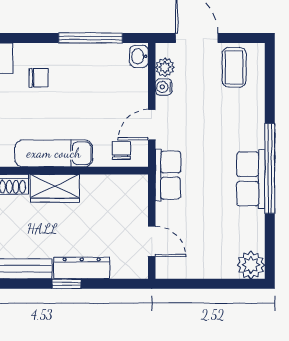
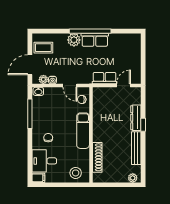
row of seats: (168, 175) -> (104, 78), moved
wardrobe: (55, 188) -> (99, 130), removed
plant: (251, 265) -> (74, 40), moved

